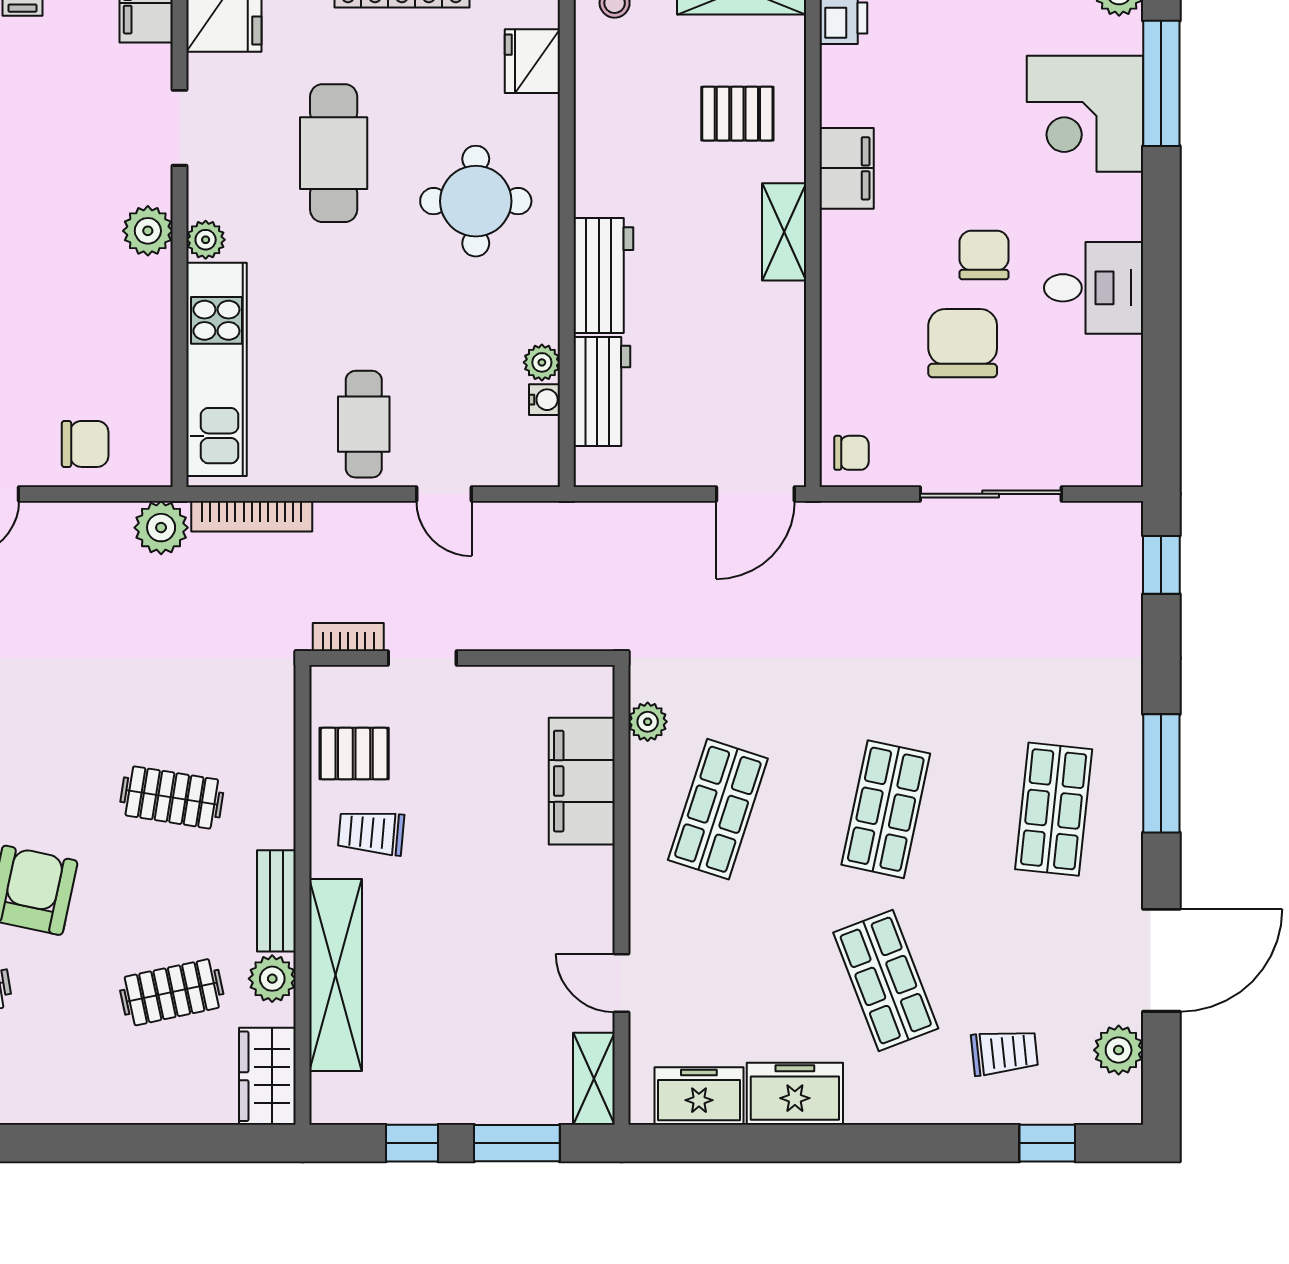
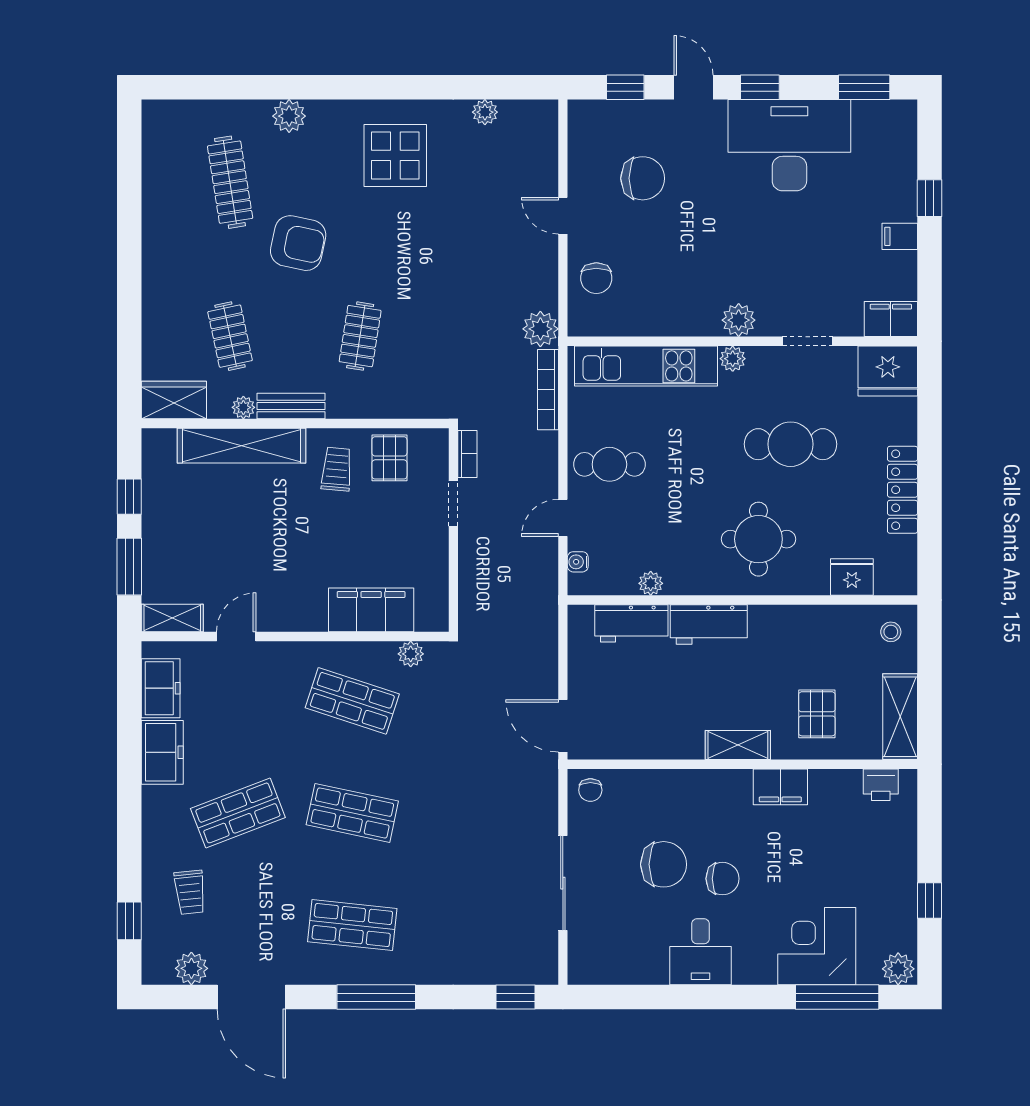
water cooler: (545, 400) -> (578, 562), moved, turned 90
plant: (272, 979) -> (243, 407), width x0.73, depth x0.73

